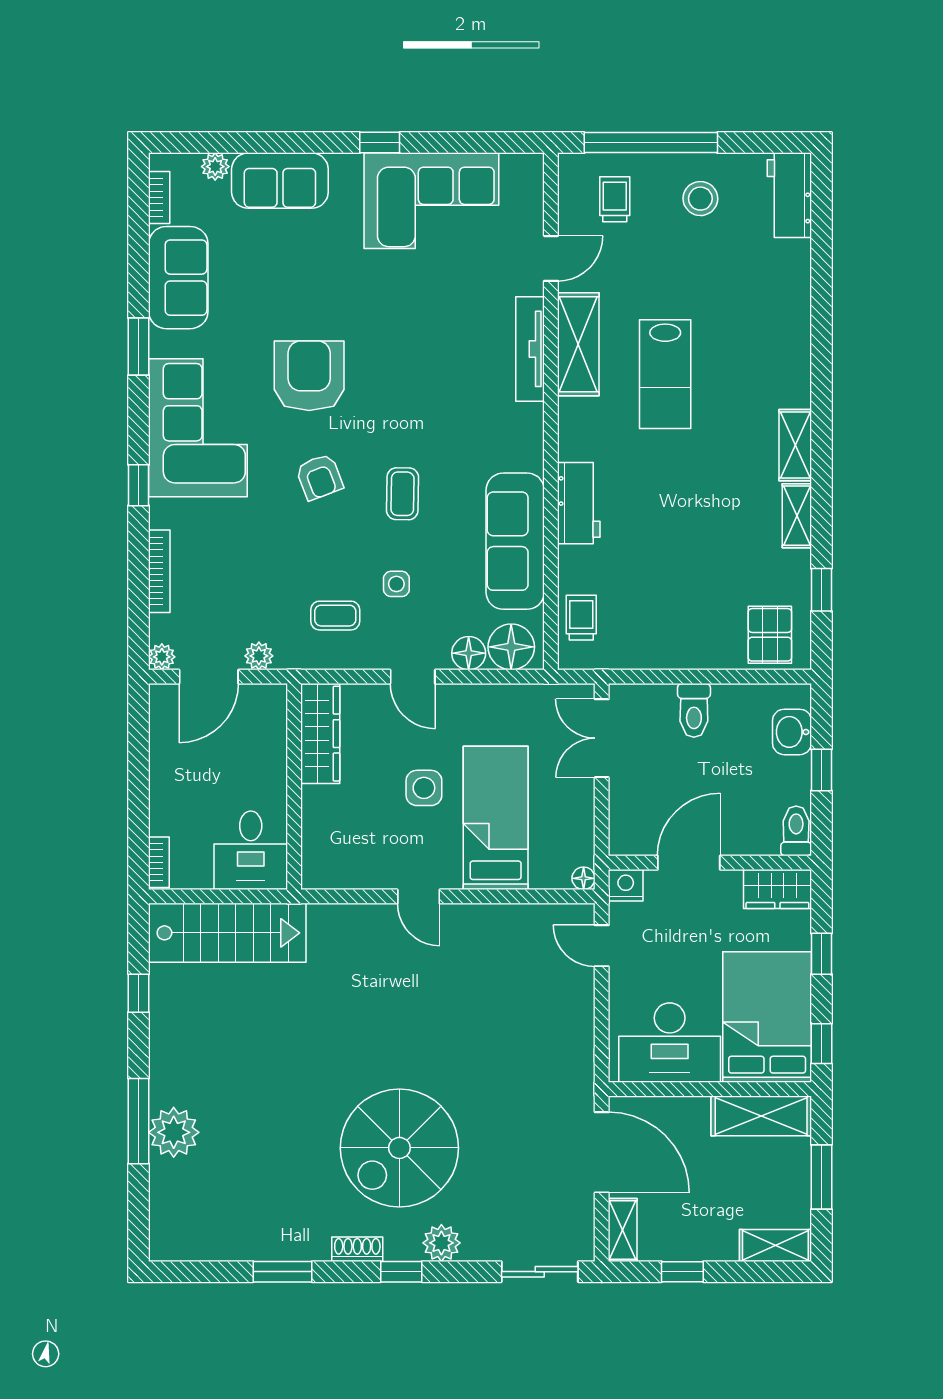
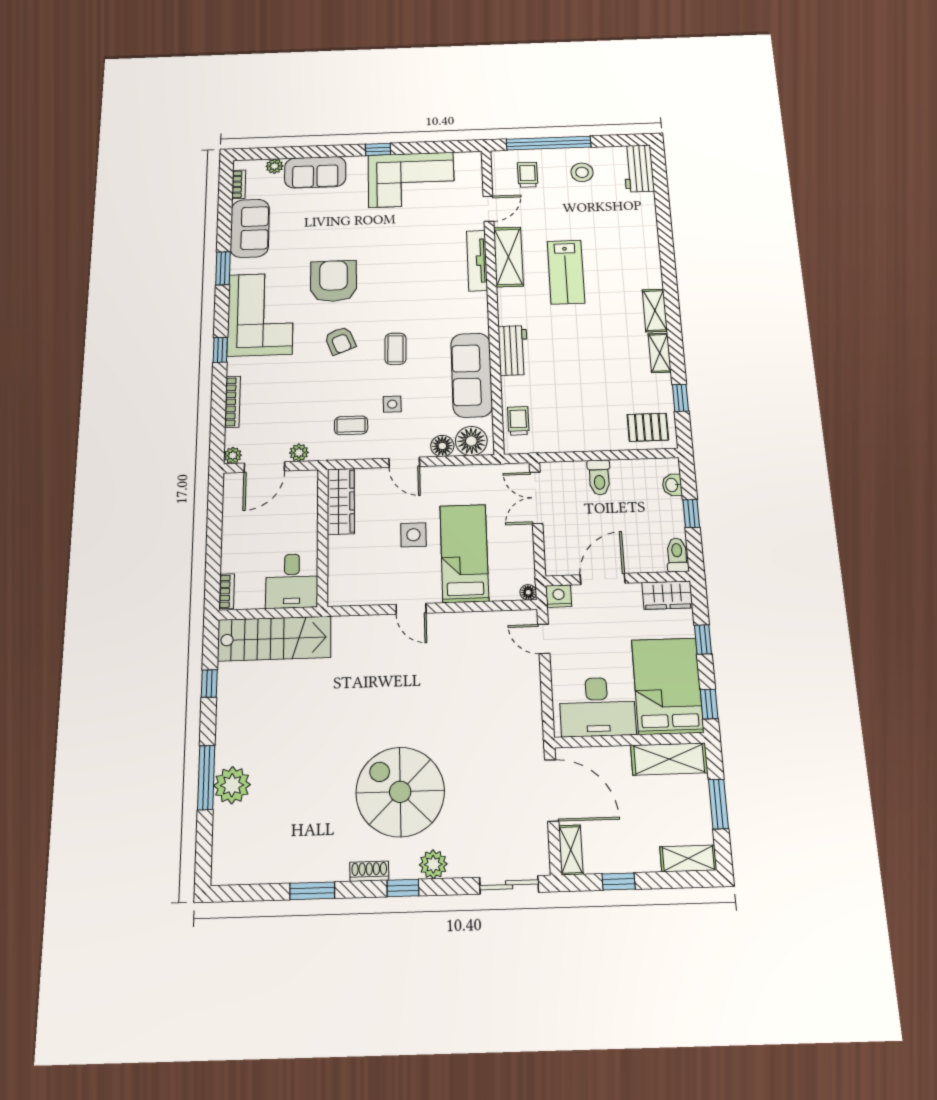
pallet: (770, 635) -> (648, 427), turned 90
washbasin: (792, 732) -> (672, 485), width x0.72, depth x0.69
spiral stairs: (399, 1148) -> (400, 792), turned 90

